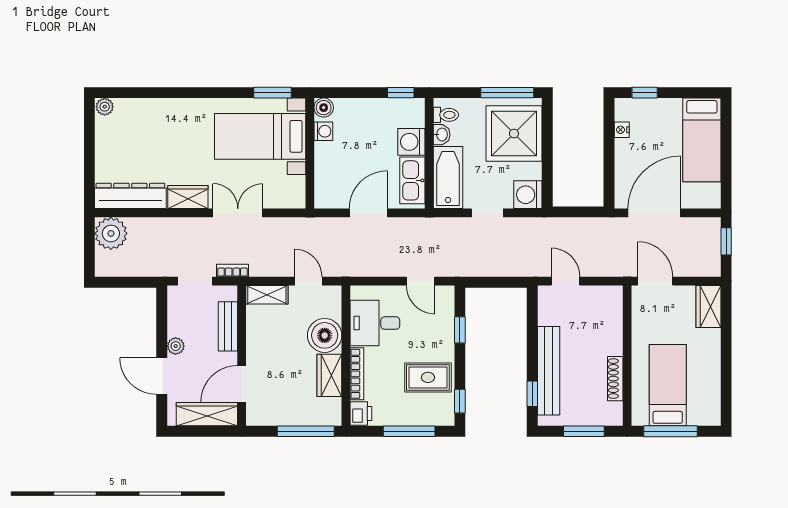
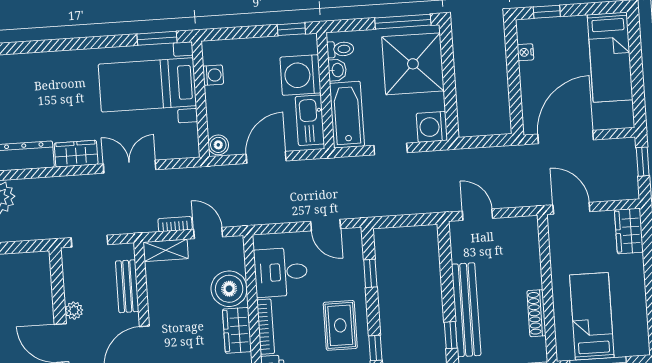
boiler: (324, 108) -> (218, 145), moved
washing machine: (411, 142) -> (301, 75), width x1.37, depth x1.37
bookcase: (232, 270) -> (175, 224), moved
rug: (428, 377) -> (340, 325), turned 90

